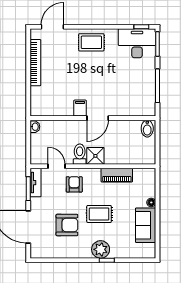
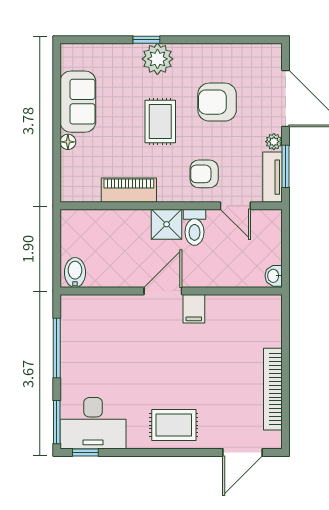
armchair: (74, 184) -> (204, 174), turned 90
plant: (35, 203) -> (274, 142), added
rug: (99, 214) -> (160, 122), turned 90

